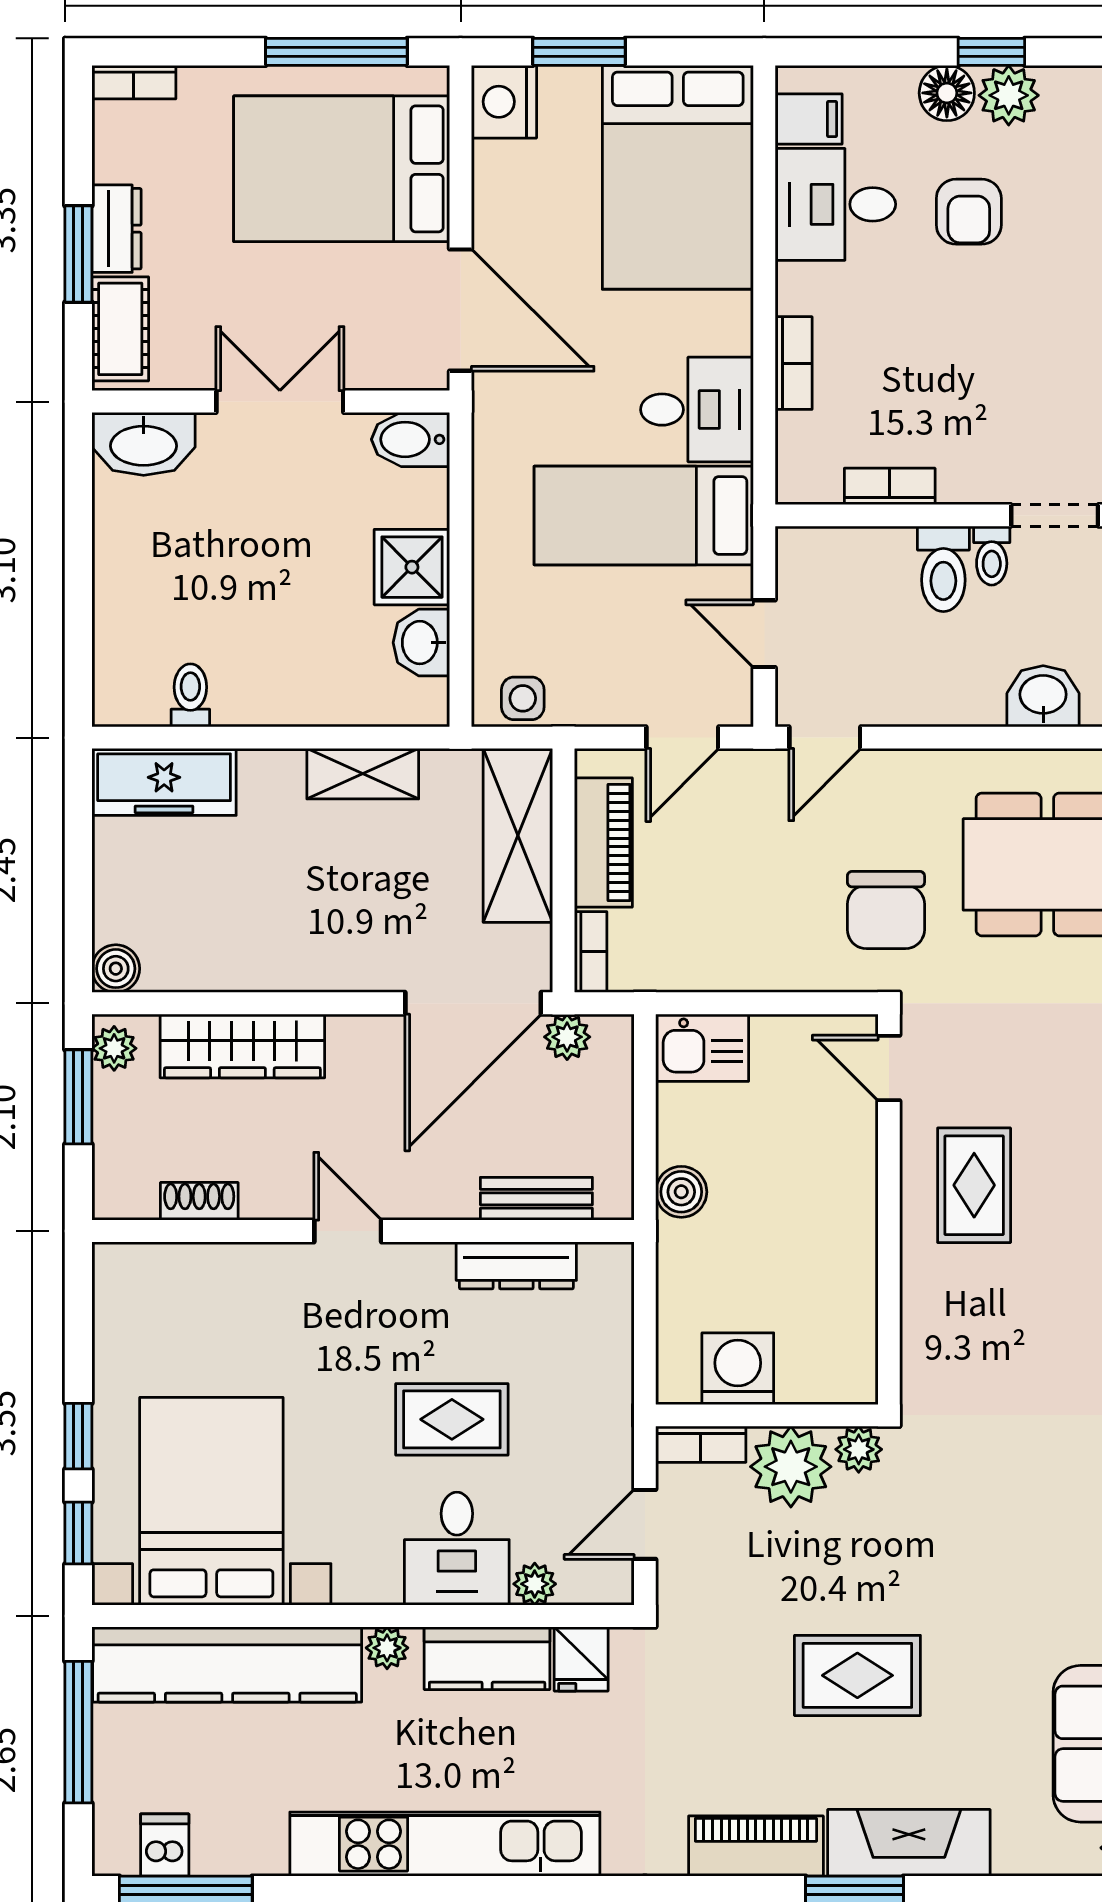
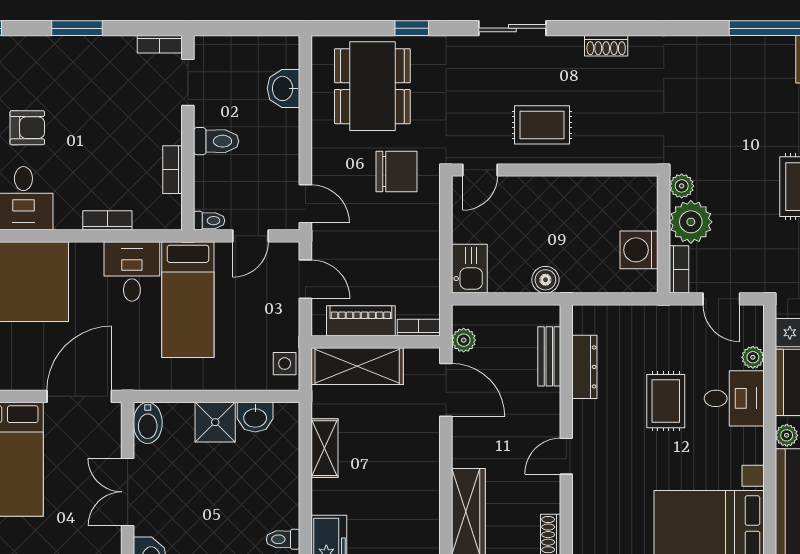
toilet: (992, 556) -> (209, 221), moved
door: (473, 1003) -> (446, 390), width x0.73

